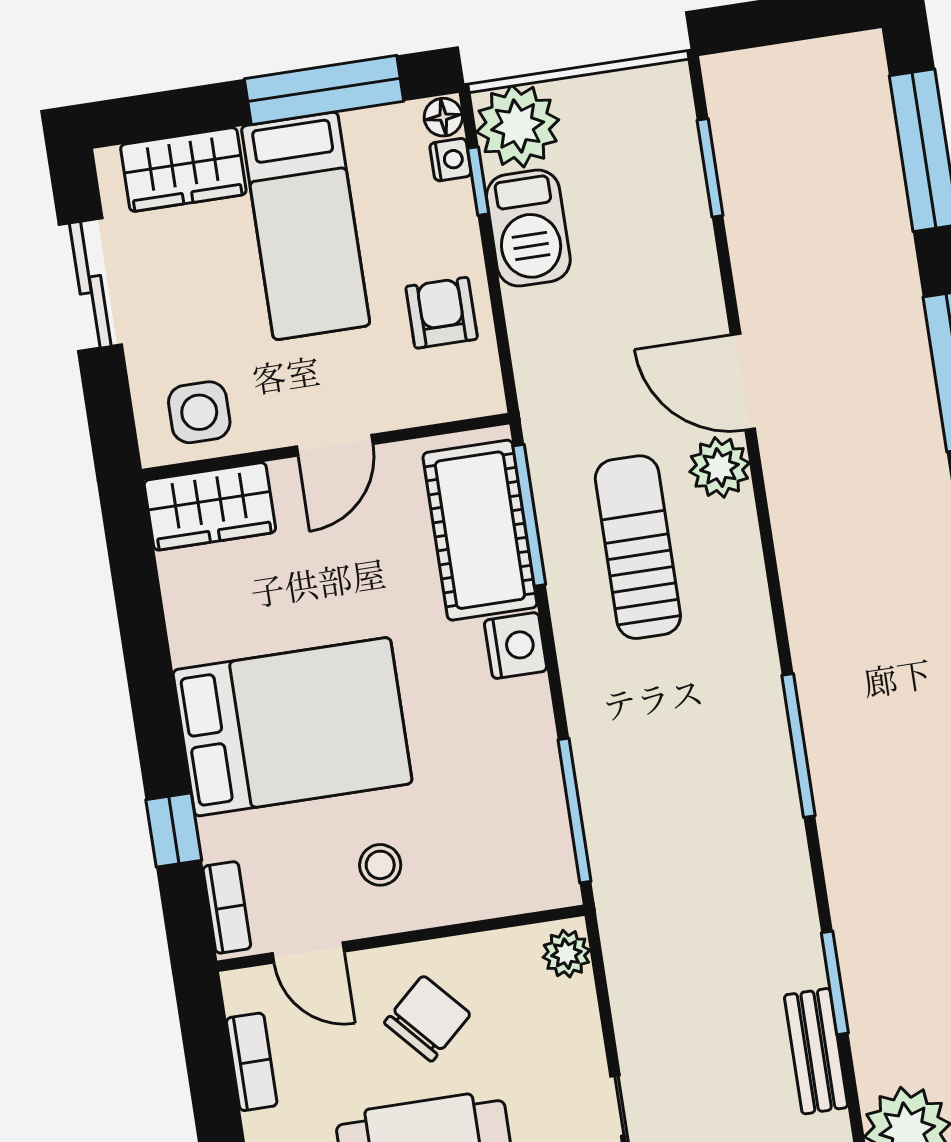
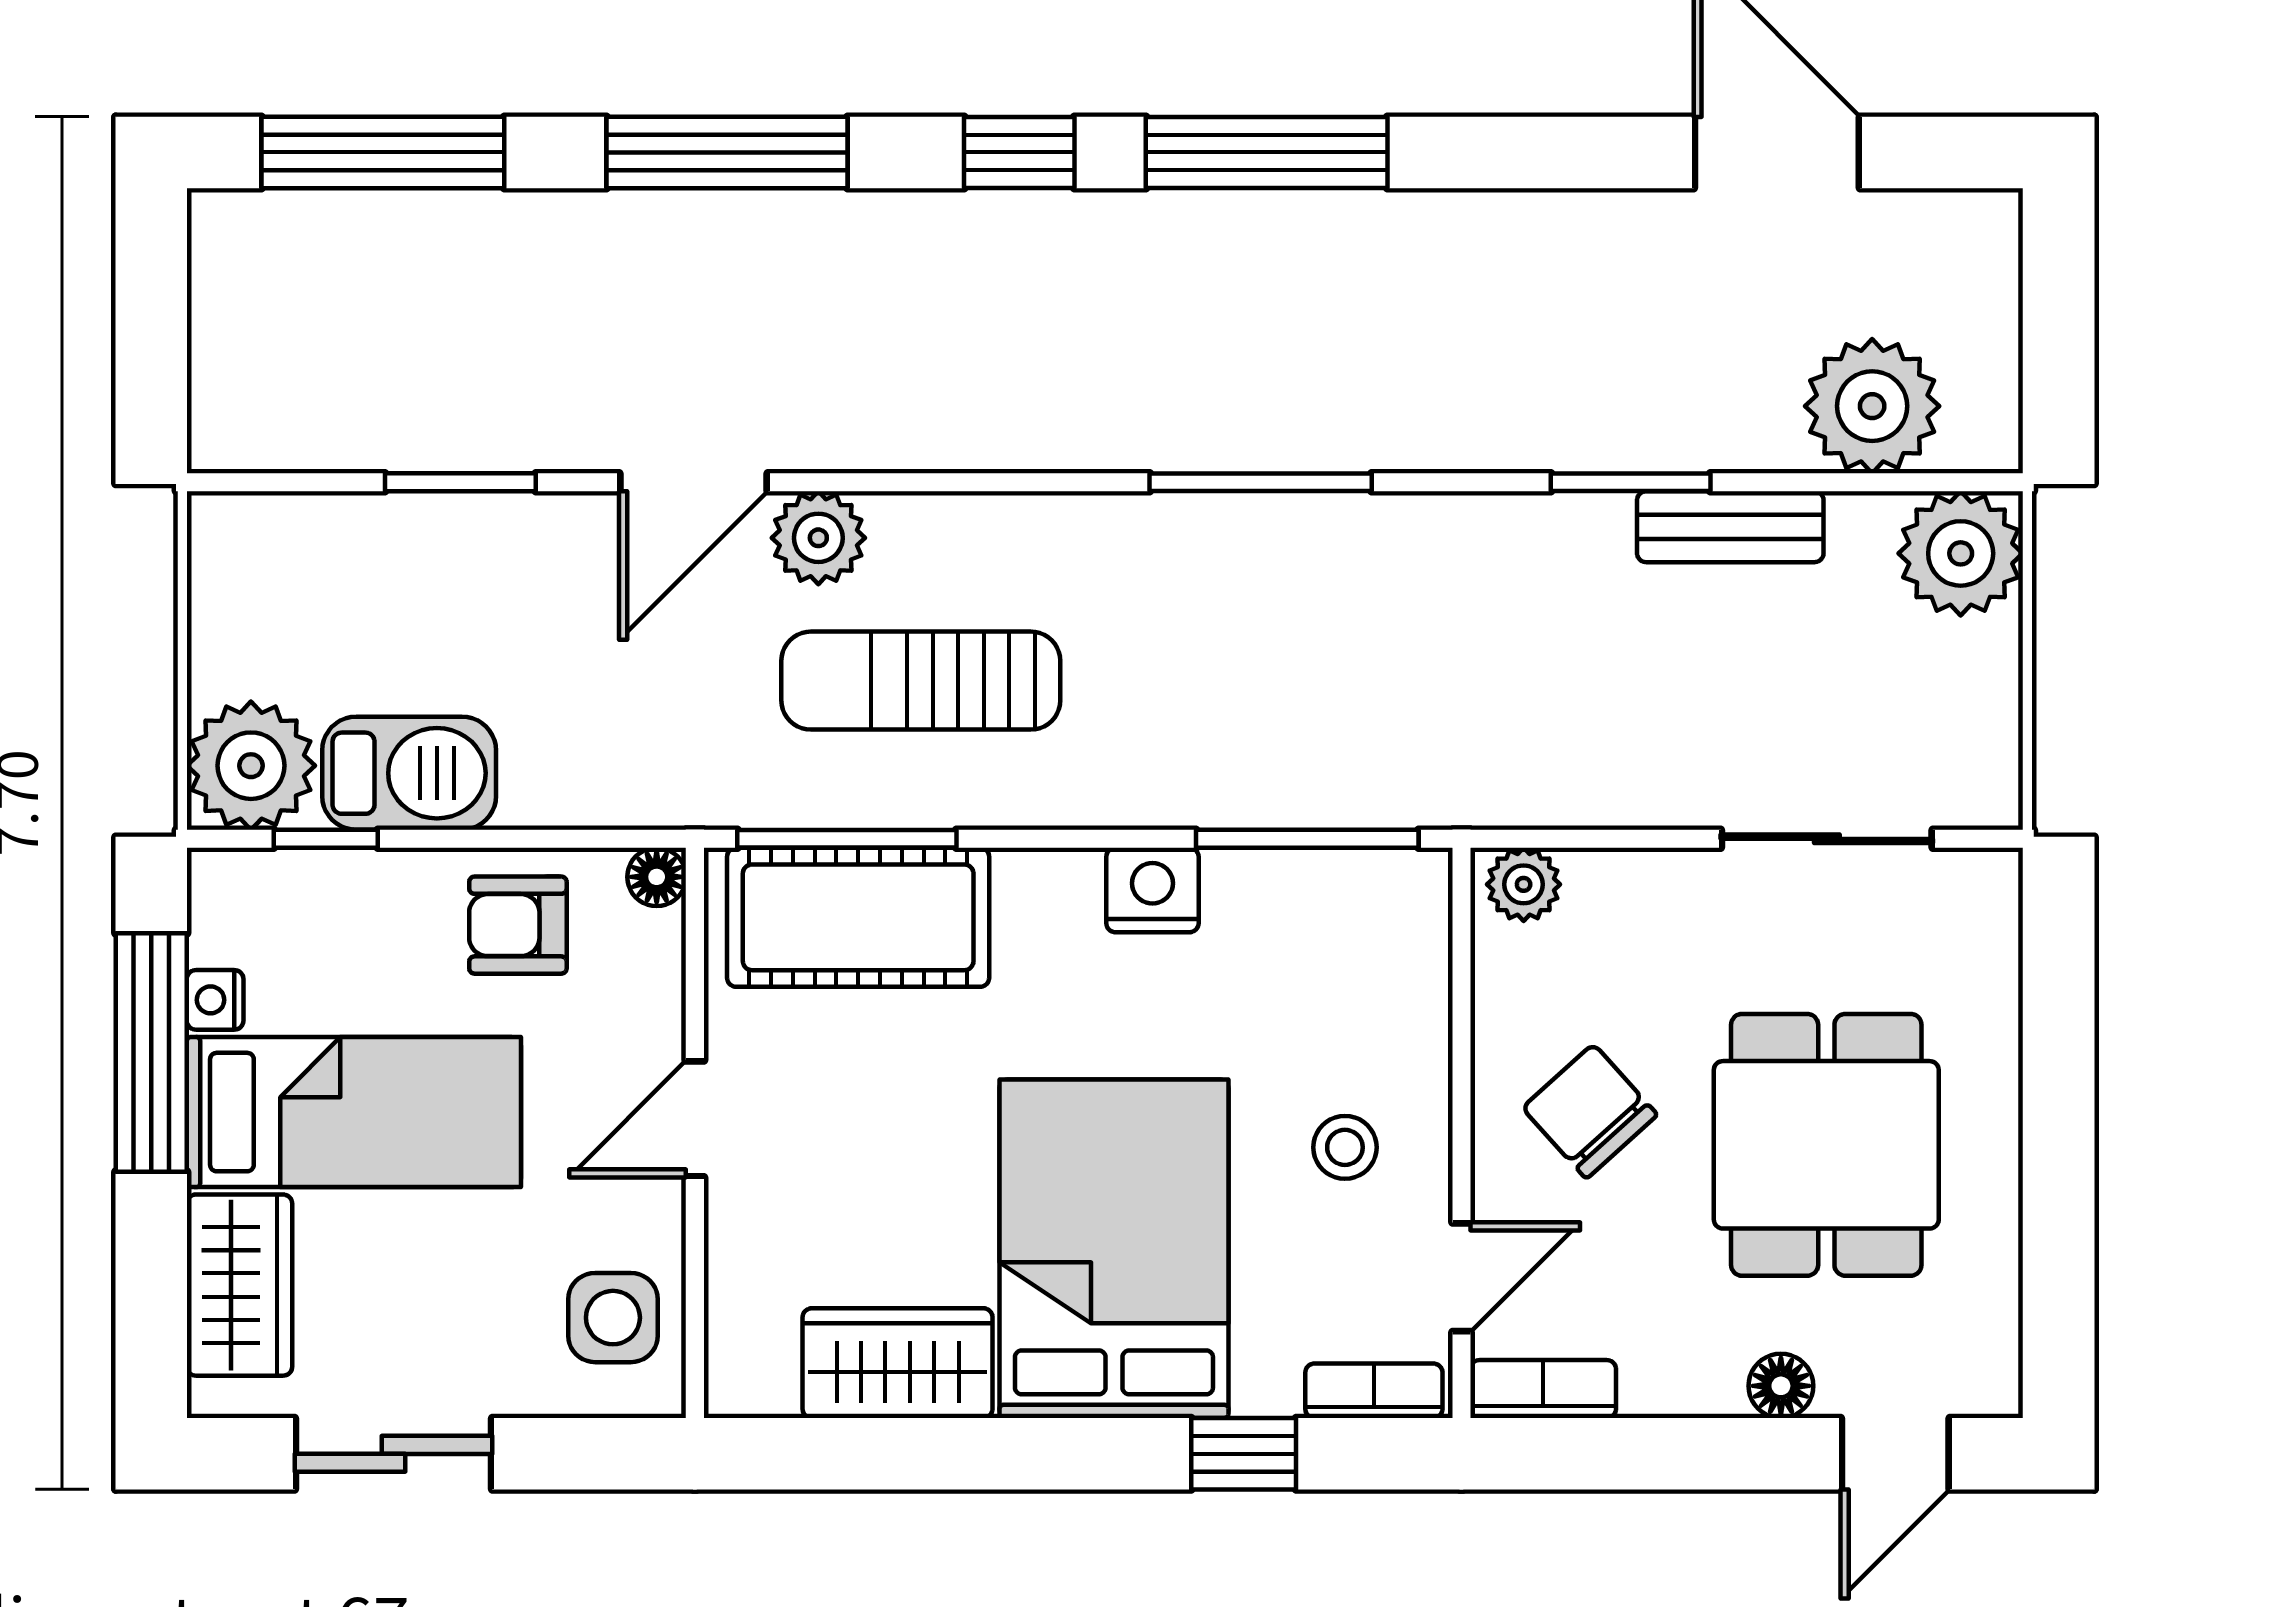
floor lamp: (443, 117) -> (657, 877), moved
nightstand: (450, 160) -> (215, 1000), moved, turned -90
window: (710, 168) -> (460, 482), moved
door: (335, 445) -> (695, 1119), swing flipped
wardrobe: (210, 506) -> (898, 1363), moved, turned -90
nightstand: (516, 646) -> (1152, 890), moved
bookcase: (252, 1062) -> (1543, 1389), moved

